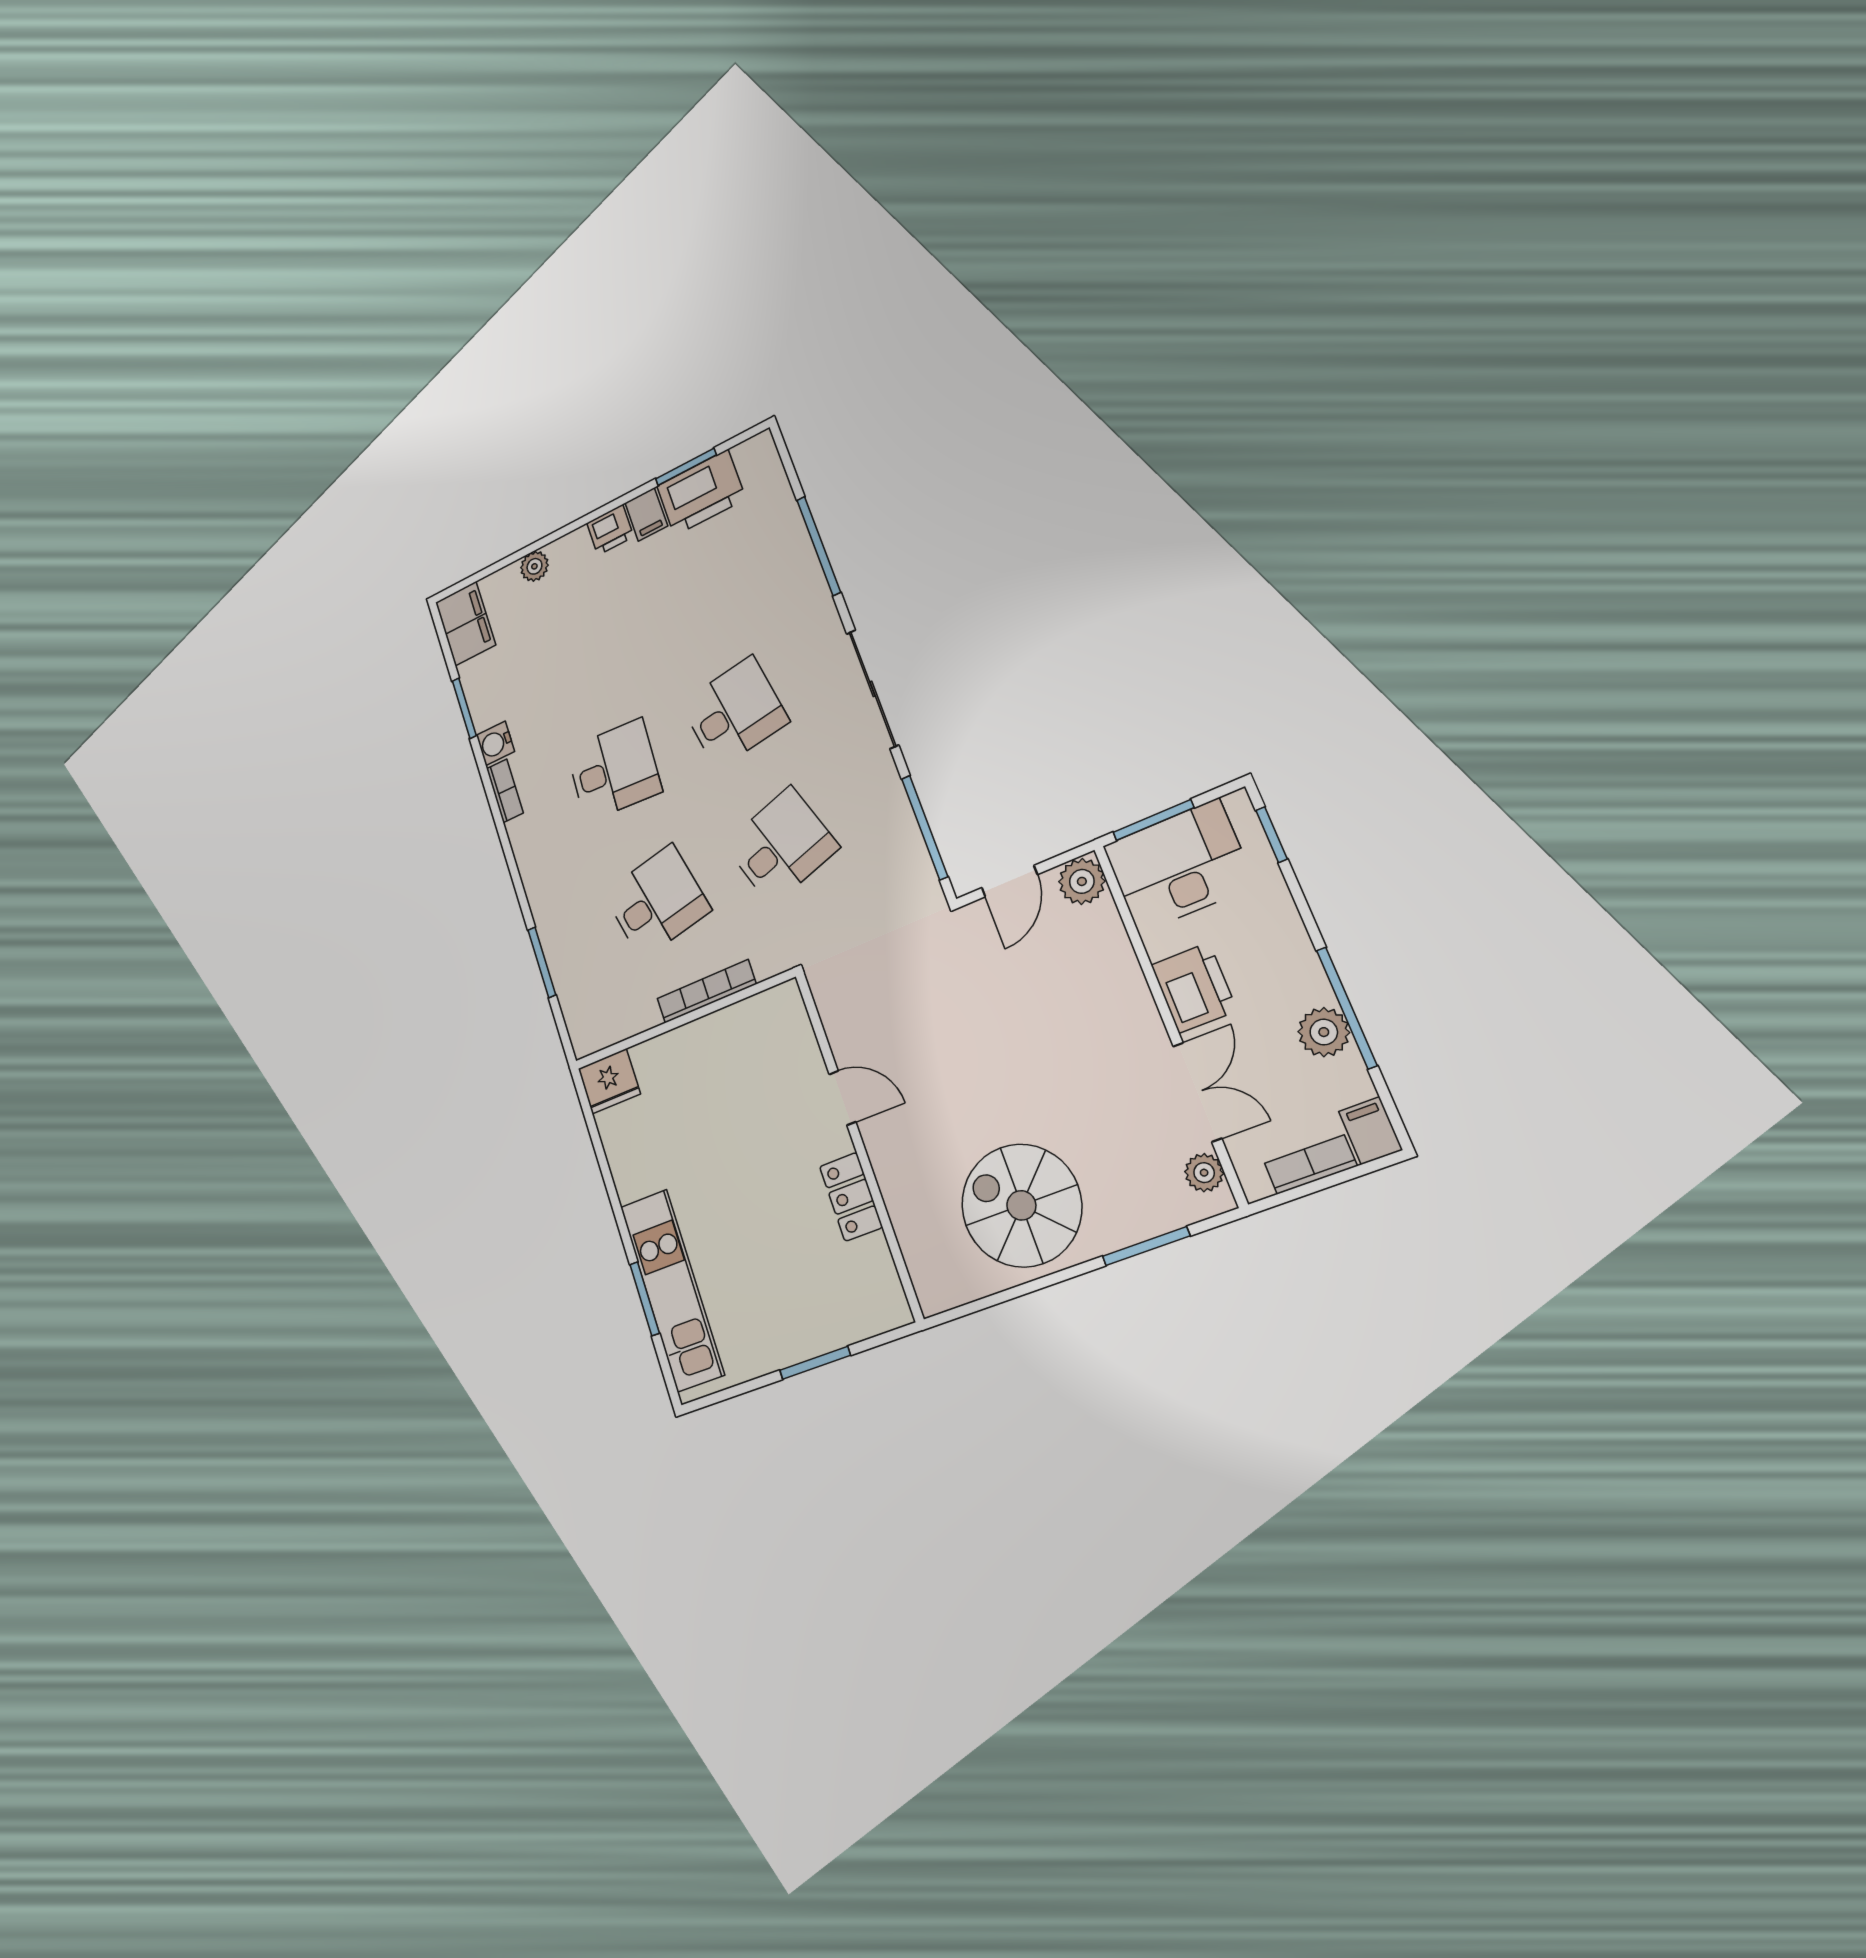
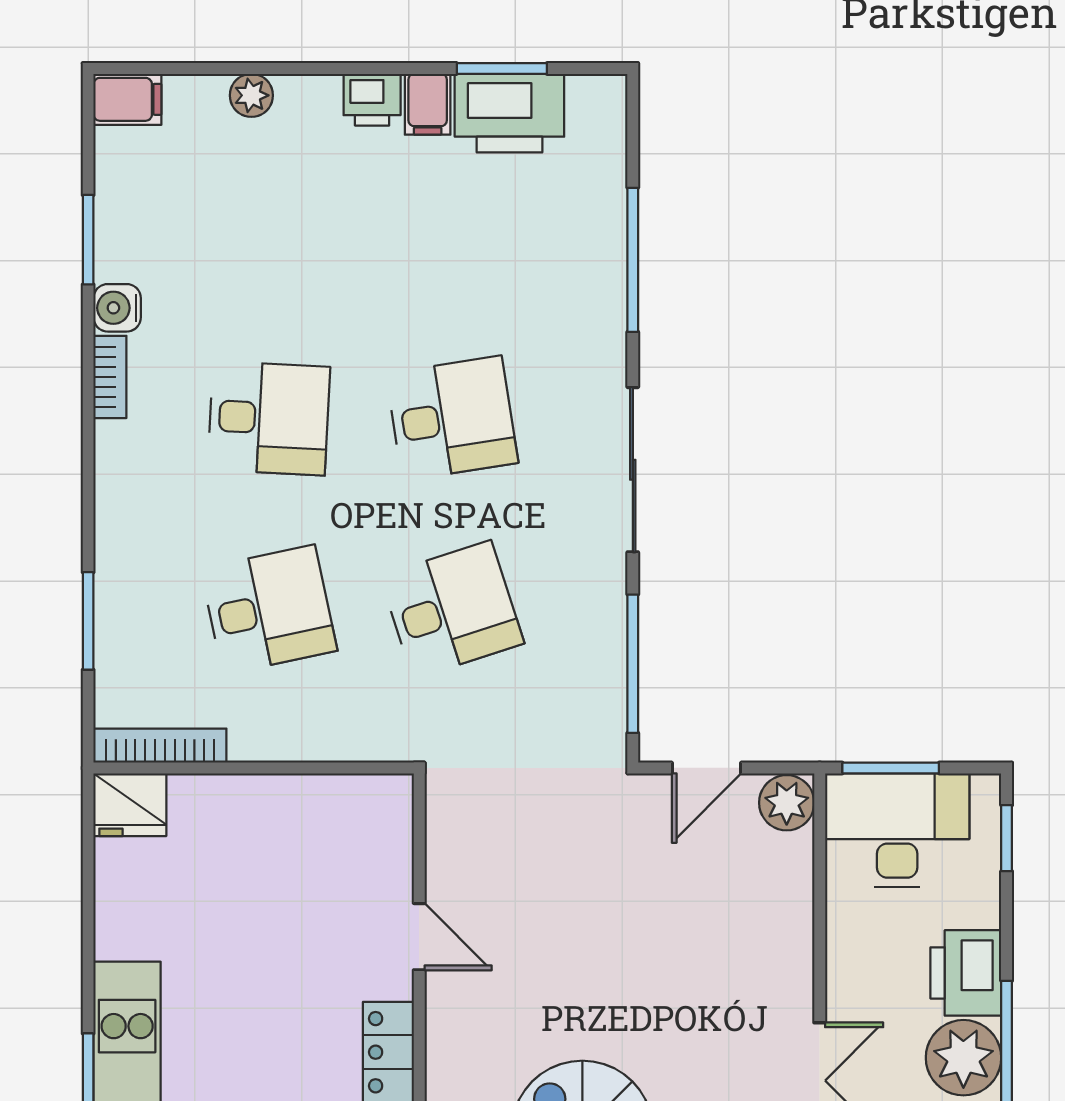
filing cabinet: (466, 624) -> (127, 99), width x0.50
printer: (1194, 988) -> (966, 973), moved, turned 180
bookcase: (706, 991) -> (160, 746), moved
plant: (1324, 1032) -> (963, 1058), width x1.36, depth x1.36

